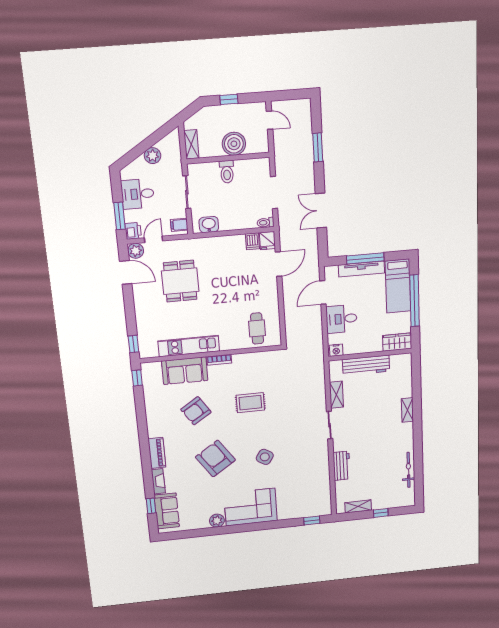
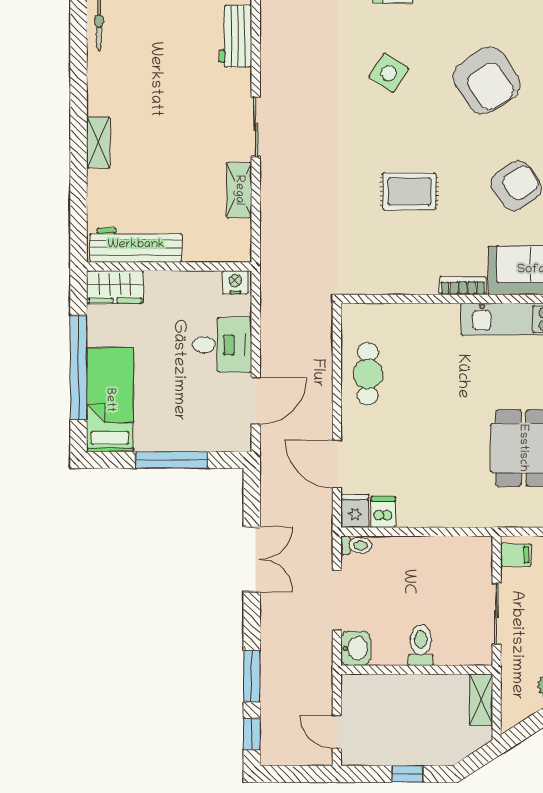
window: (316, 115) -> (252, 734), added
boiler: (234, 144) -> (404, 695), removed
washbasin: (209, 225) -> (356, 648), moved, turned -90
door: (279, 264) -> (337, 464), hinge flipped
tv unit: (361, 269) -> (180, 440), removed
cafe table: (257, 328) -> (368, 374), moved
workbench: (366, 365) -> (136, 245), moved

